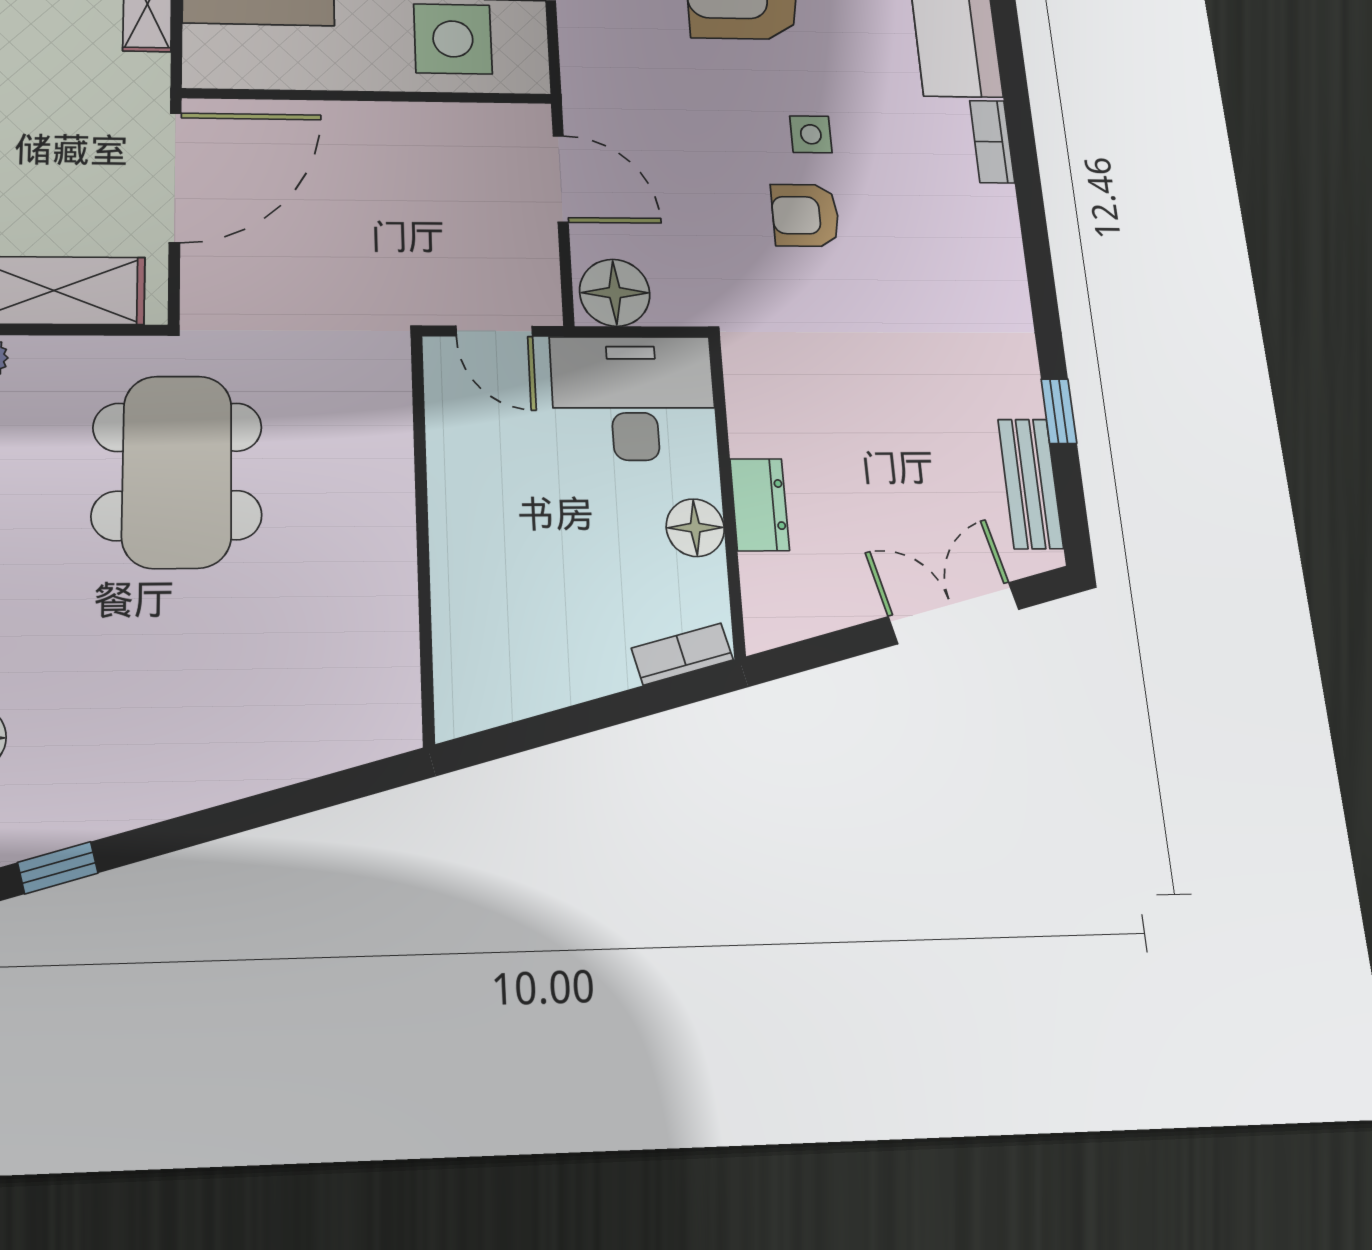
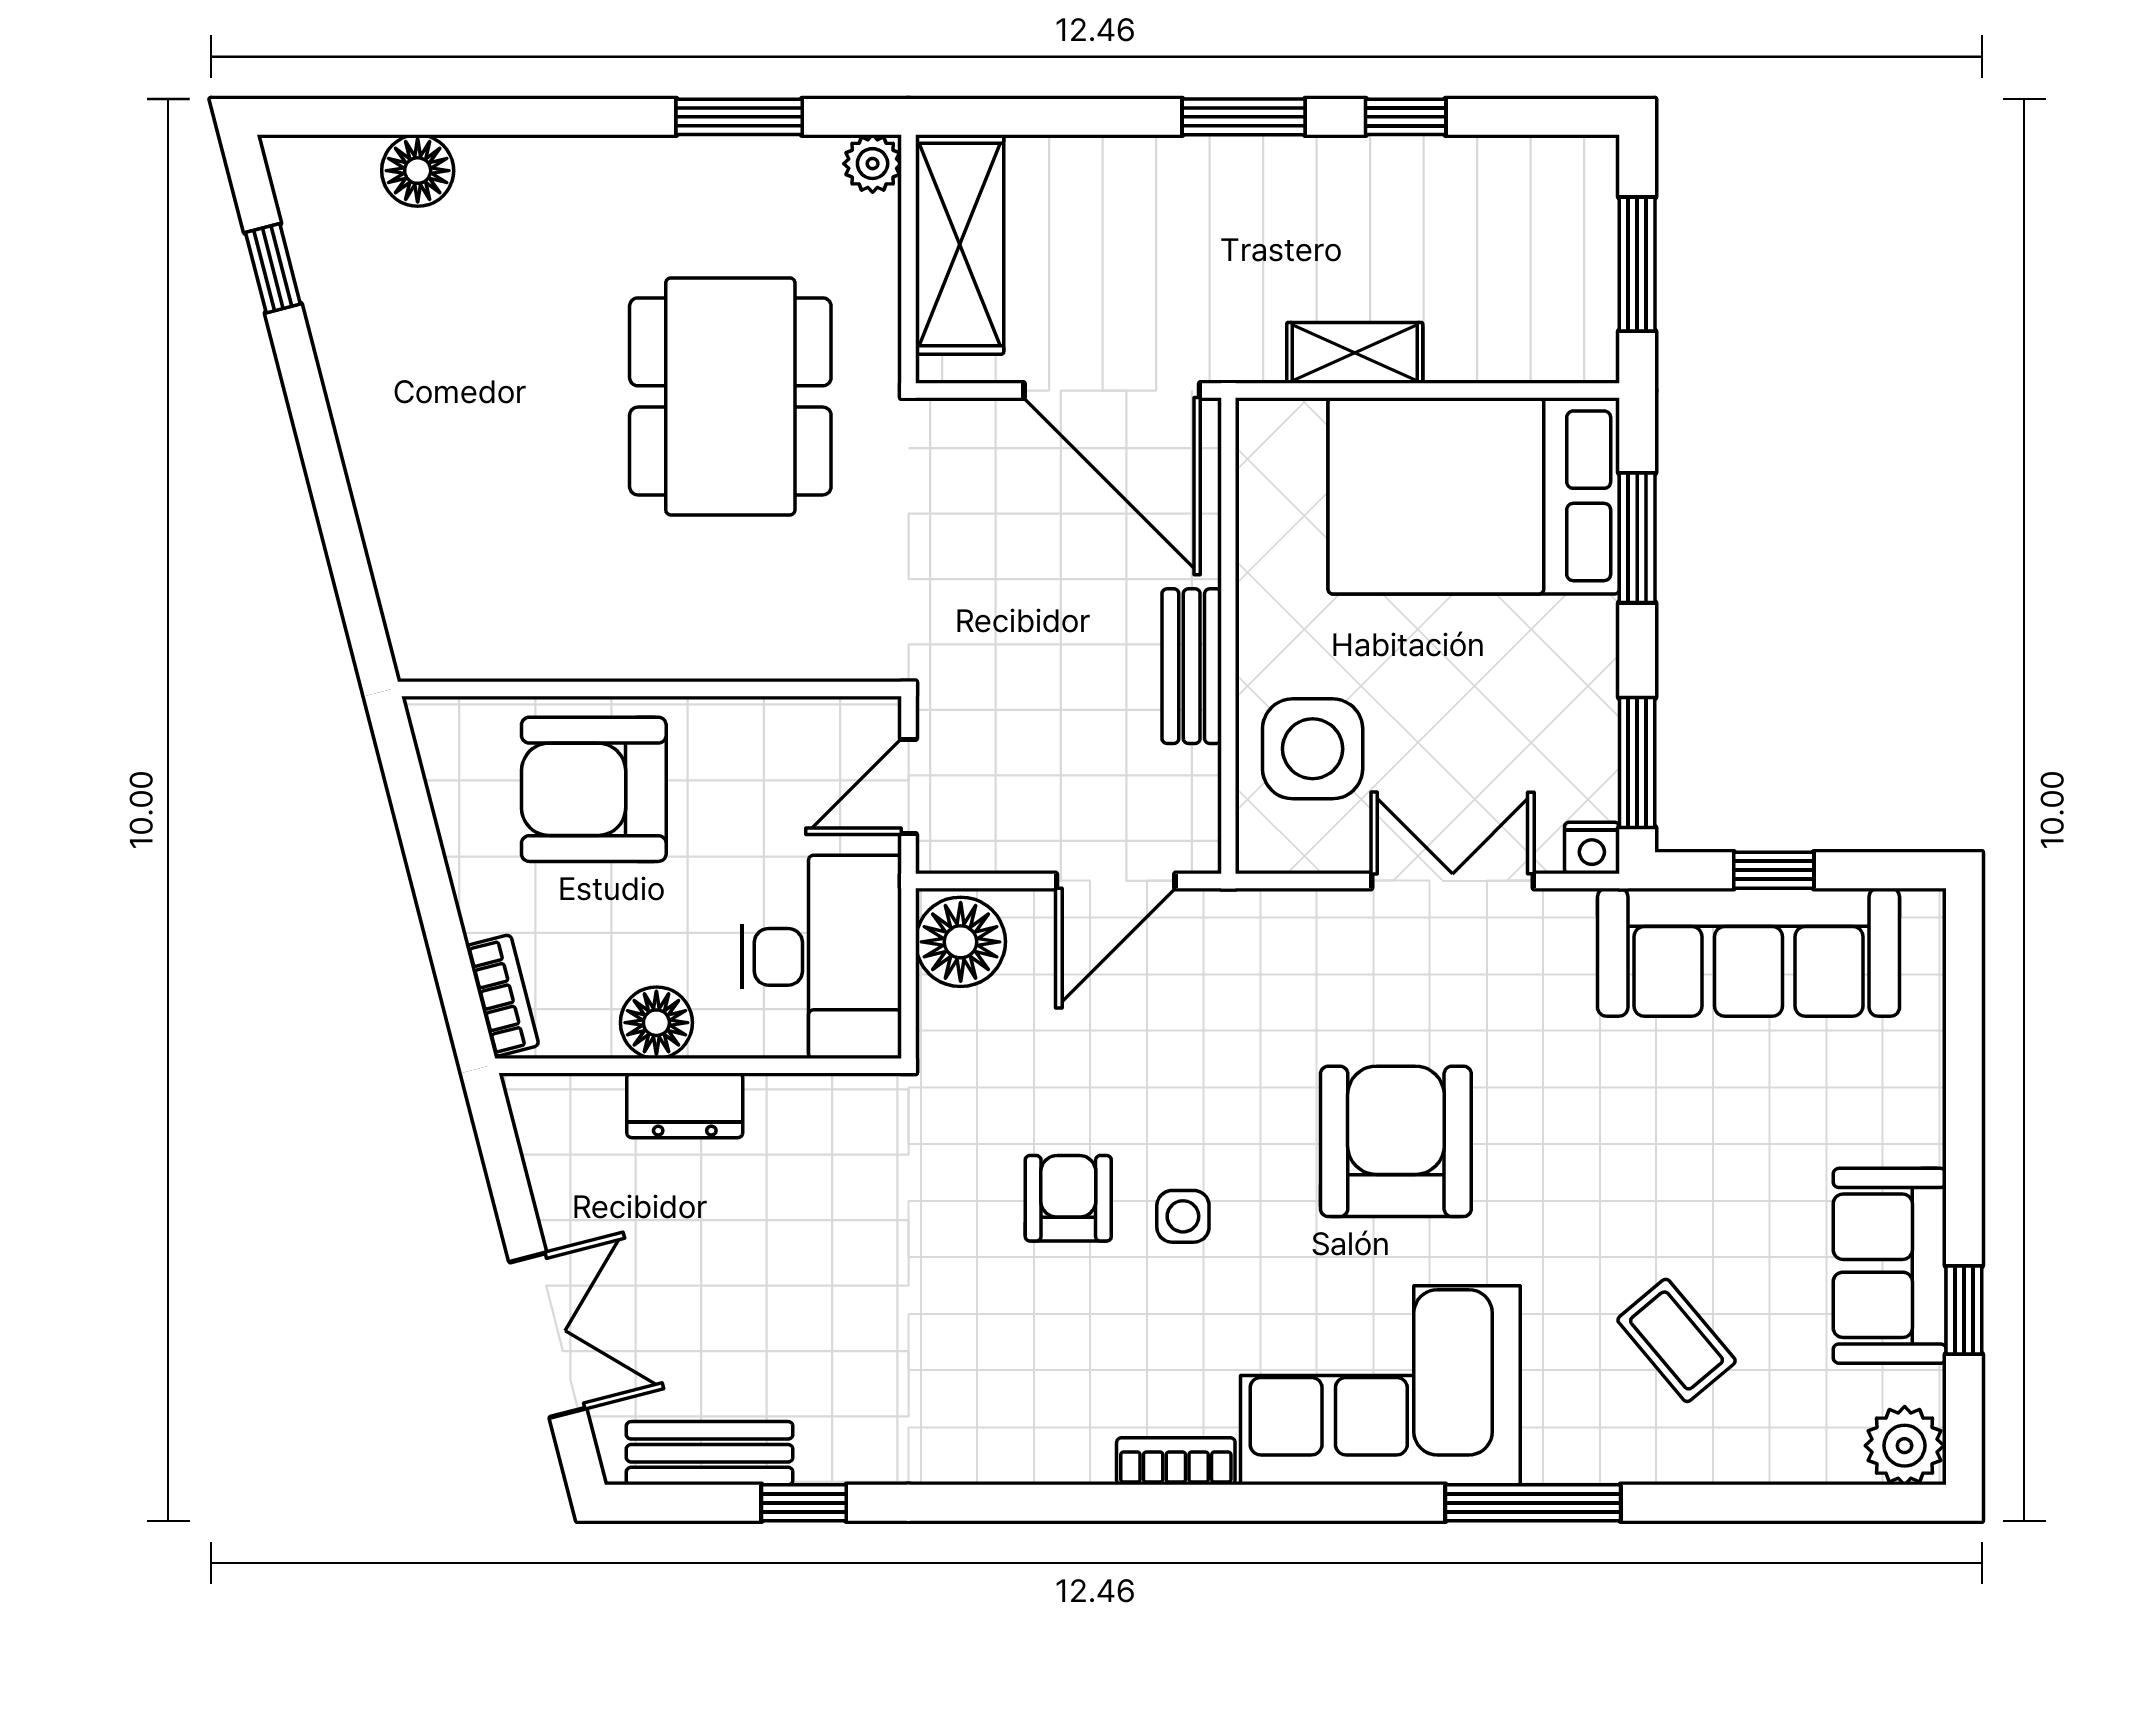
bench: (392, 122) -> (1192, 666), added
dining table: (177, 471) -> (730, 396), turned 90
armchair: (507, 580) -> (594, 789), added

